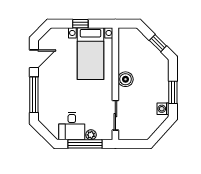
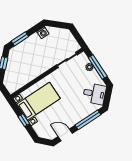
boiler: (126, 79) -> (40, 68), removed
window: (173, 92) -> (20, 39), moved
desk: (72, 126) -> (94, 94), moved, turned 45

